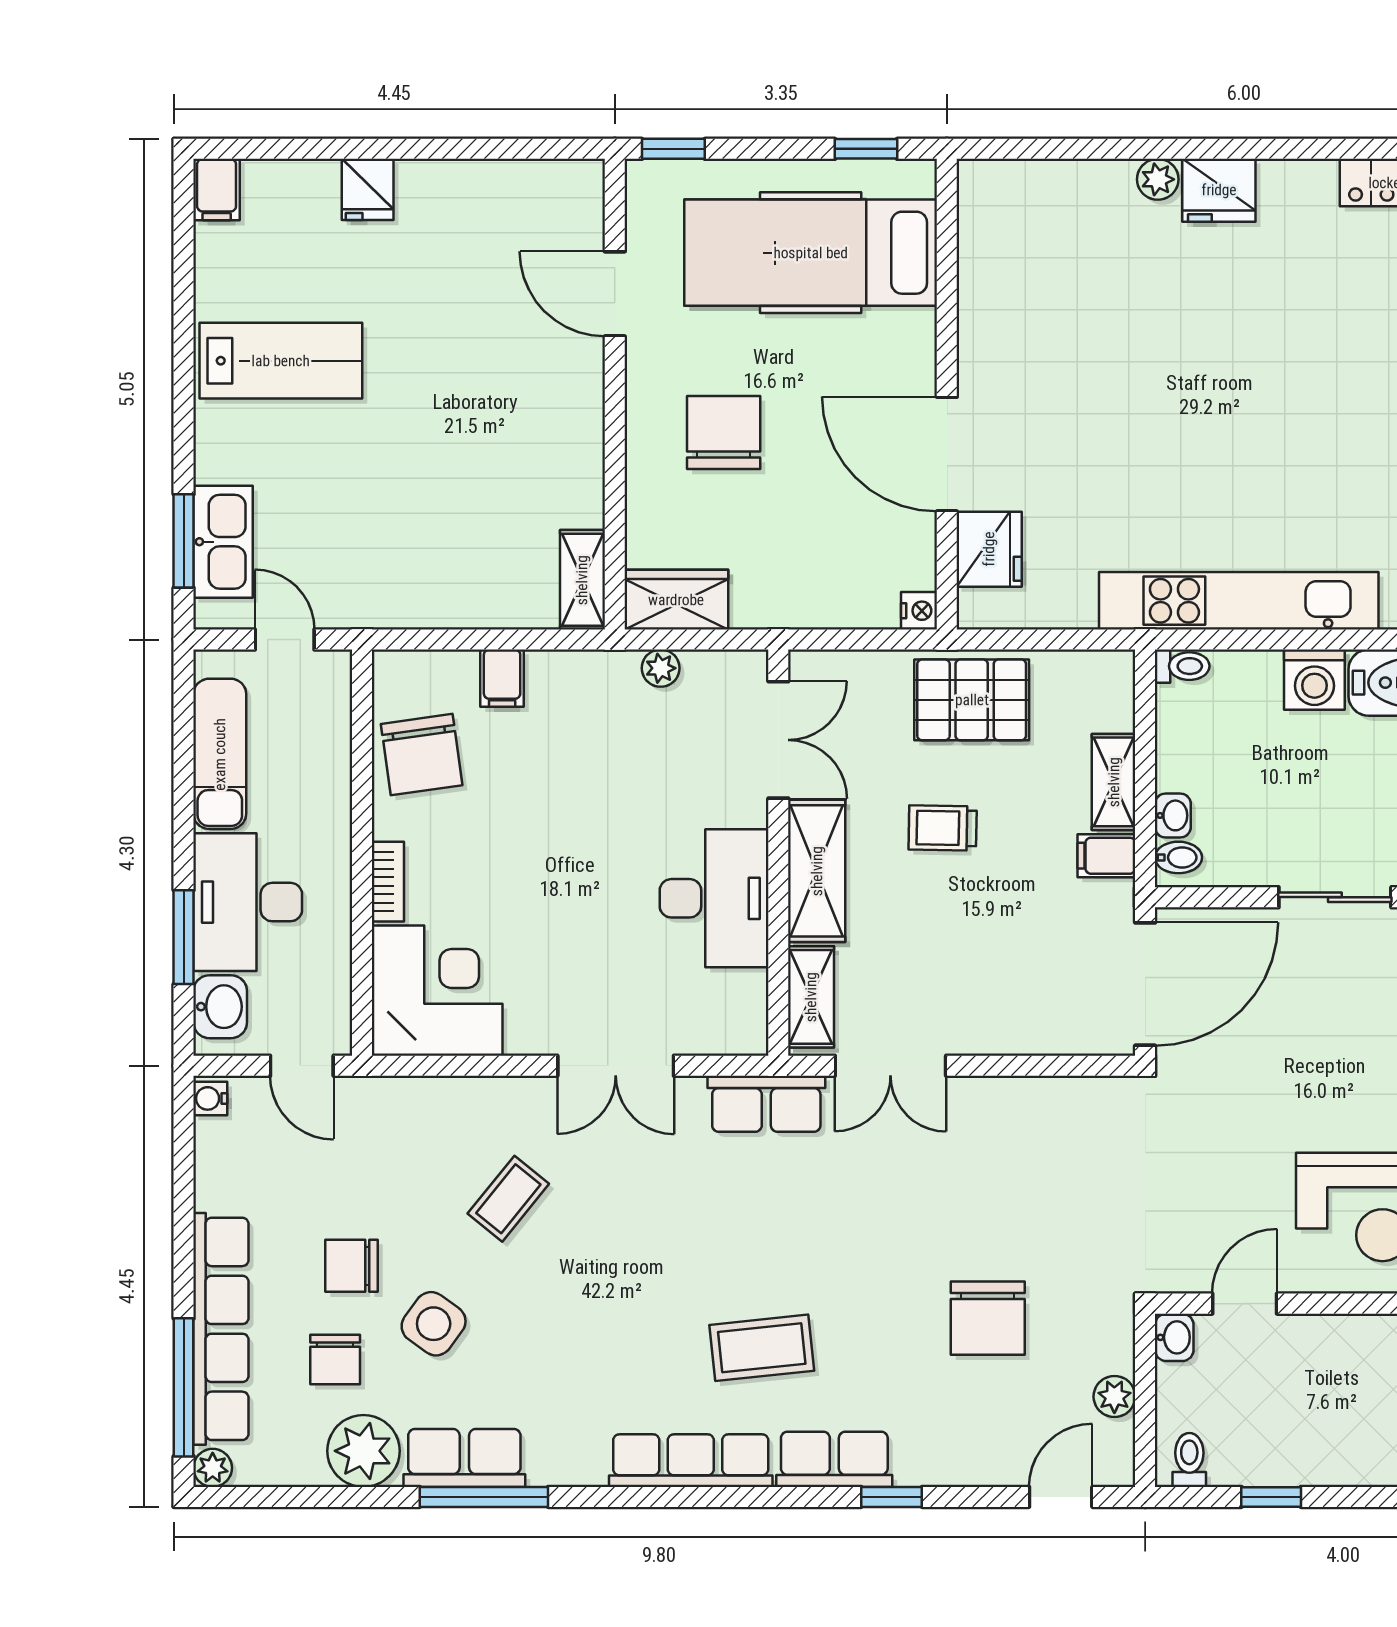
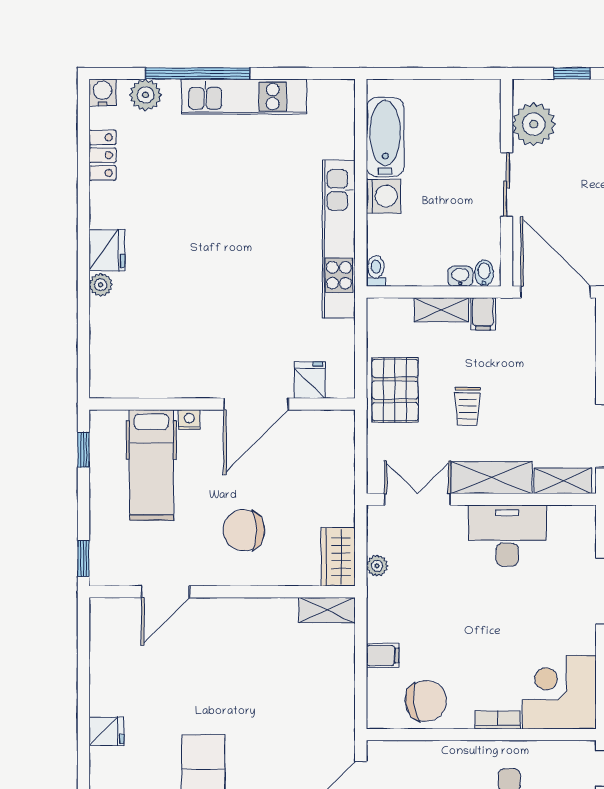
hospital bed: (811, 253) -> (151, 465), width x0.73, depth x0.78
fridge: (989, 549) -> (310, 380), width x0.72
nightstand: (919, 611) -> (189, 420), moved

